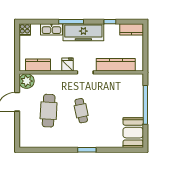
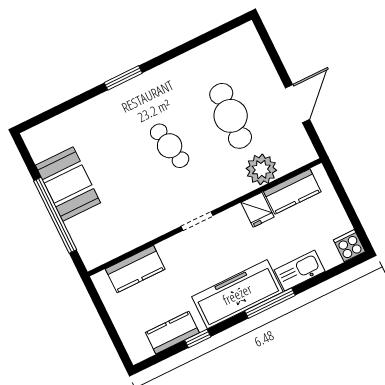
kitchen counter: (132, 29) -> (172, 333), moved
fridge: (67, 64) -> (258, 210), moved
kitchen counter: (116, 65) -> (135, 269), width x0.67
plant: (27, 81) -> (261, 169), moved
booth: (133, 133) -> (68, 184), moved

